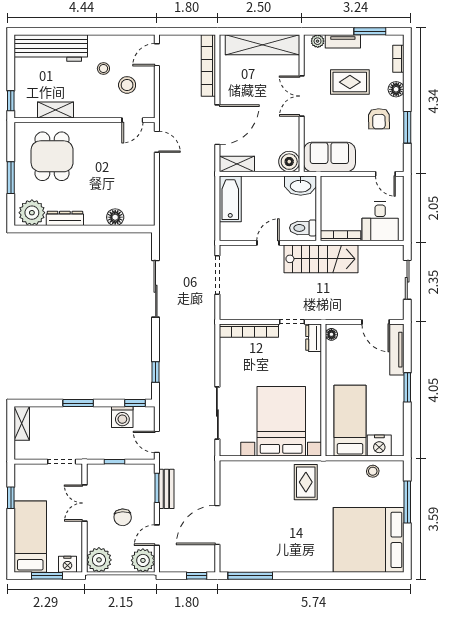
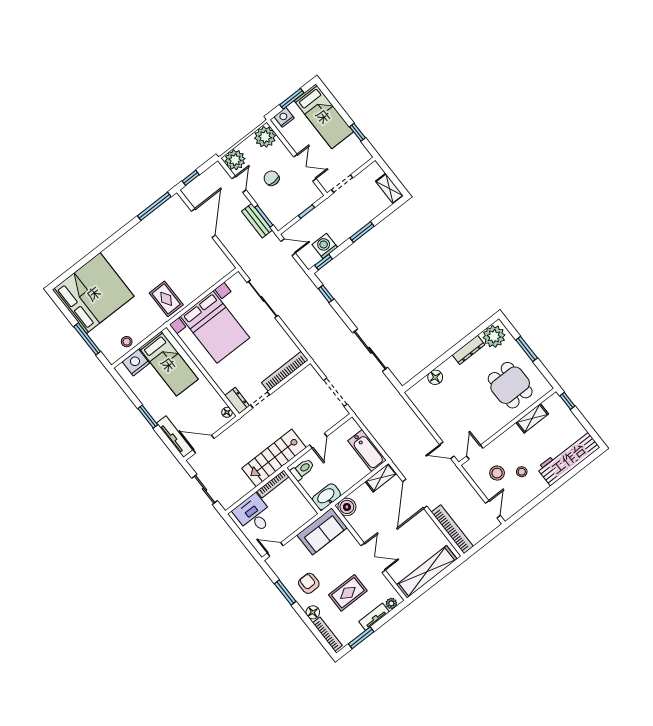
bookcase: (398, 59) -> (327, 634), width x1.56

